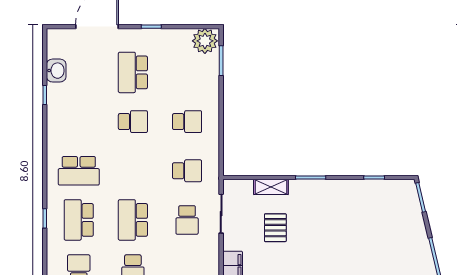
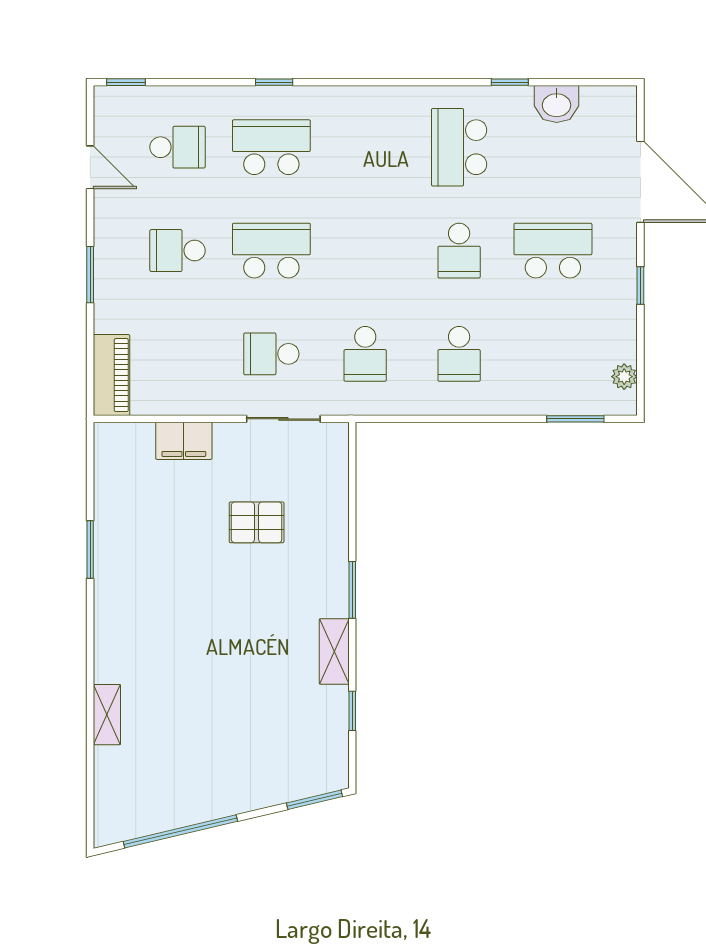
plant: (205, 41) -> (624, 377), width x0.53, depth x0.53
school desk: (79, 171) -> (459, 147), moved
shelving: (271, 187) -> (334, 652), moved

